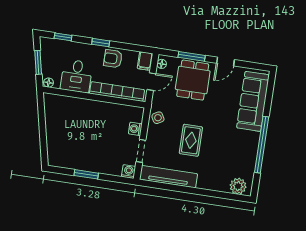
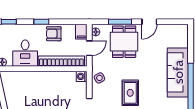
sofa: (253, 101) -> (178, 72), moved
washing machine: (135, 129) -> (82, 76), moved

